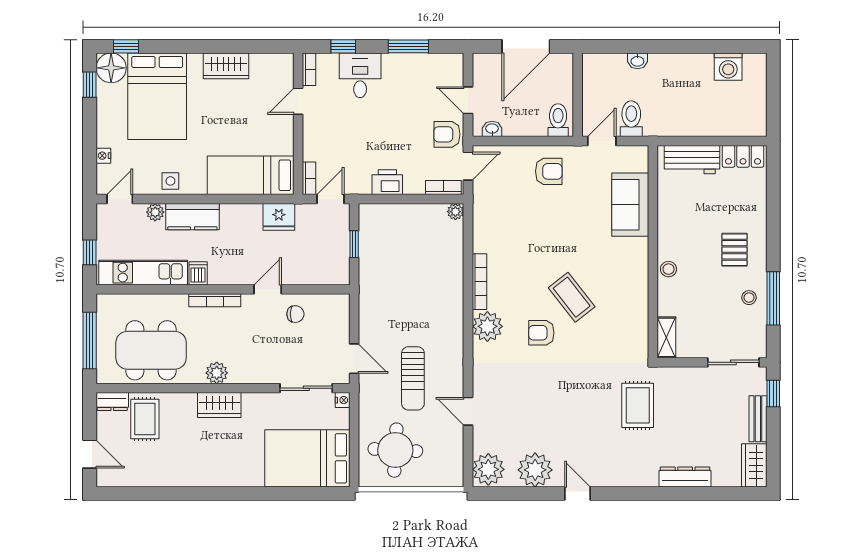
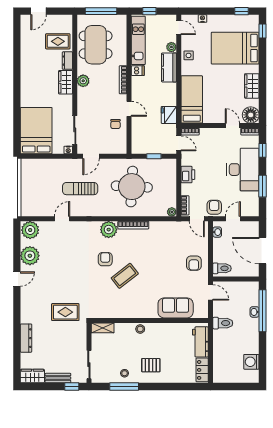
window: (635, 46) -> (262, 311), added
floor lamp: (111, 68) -> (251, 115), moved
desk: (360, 75) -> (243, 170), width x1.87, depth x1.30
toilet: (631, 119) -> (223, 323), moved
dresser: (112, 402) -> (67, 61), moved
round table: (395, 450) -> (132, 187), moved, width x1.36, depth x1.36

